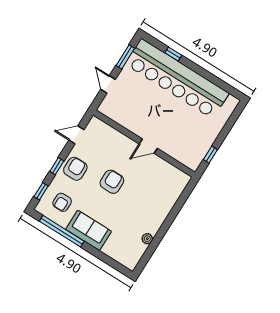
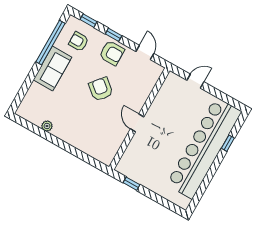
window: (125, 57) -> (223, 97), removed
armchair: (112, 182) -> (101, 89), turned -140

